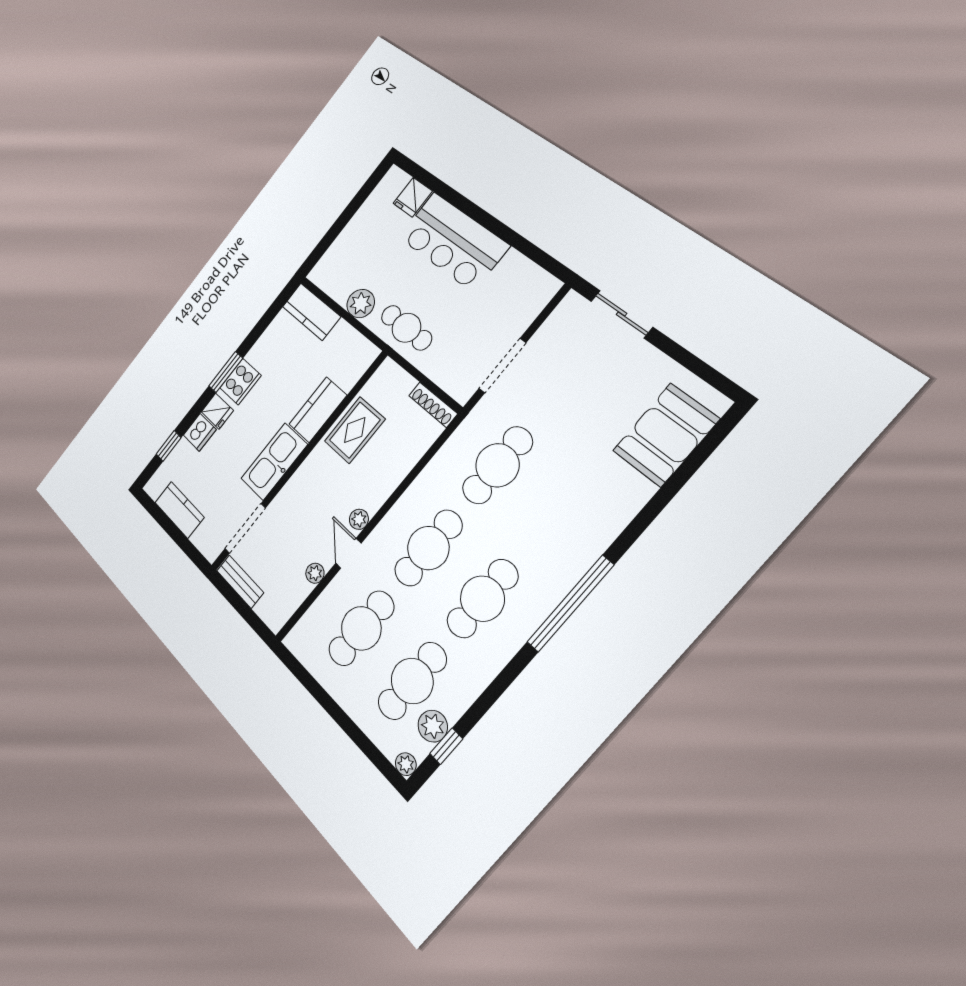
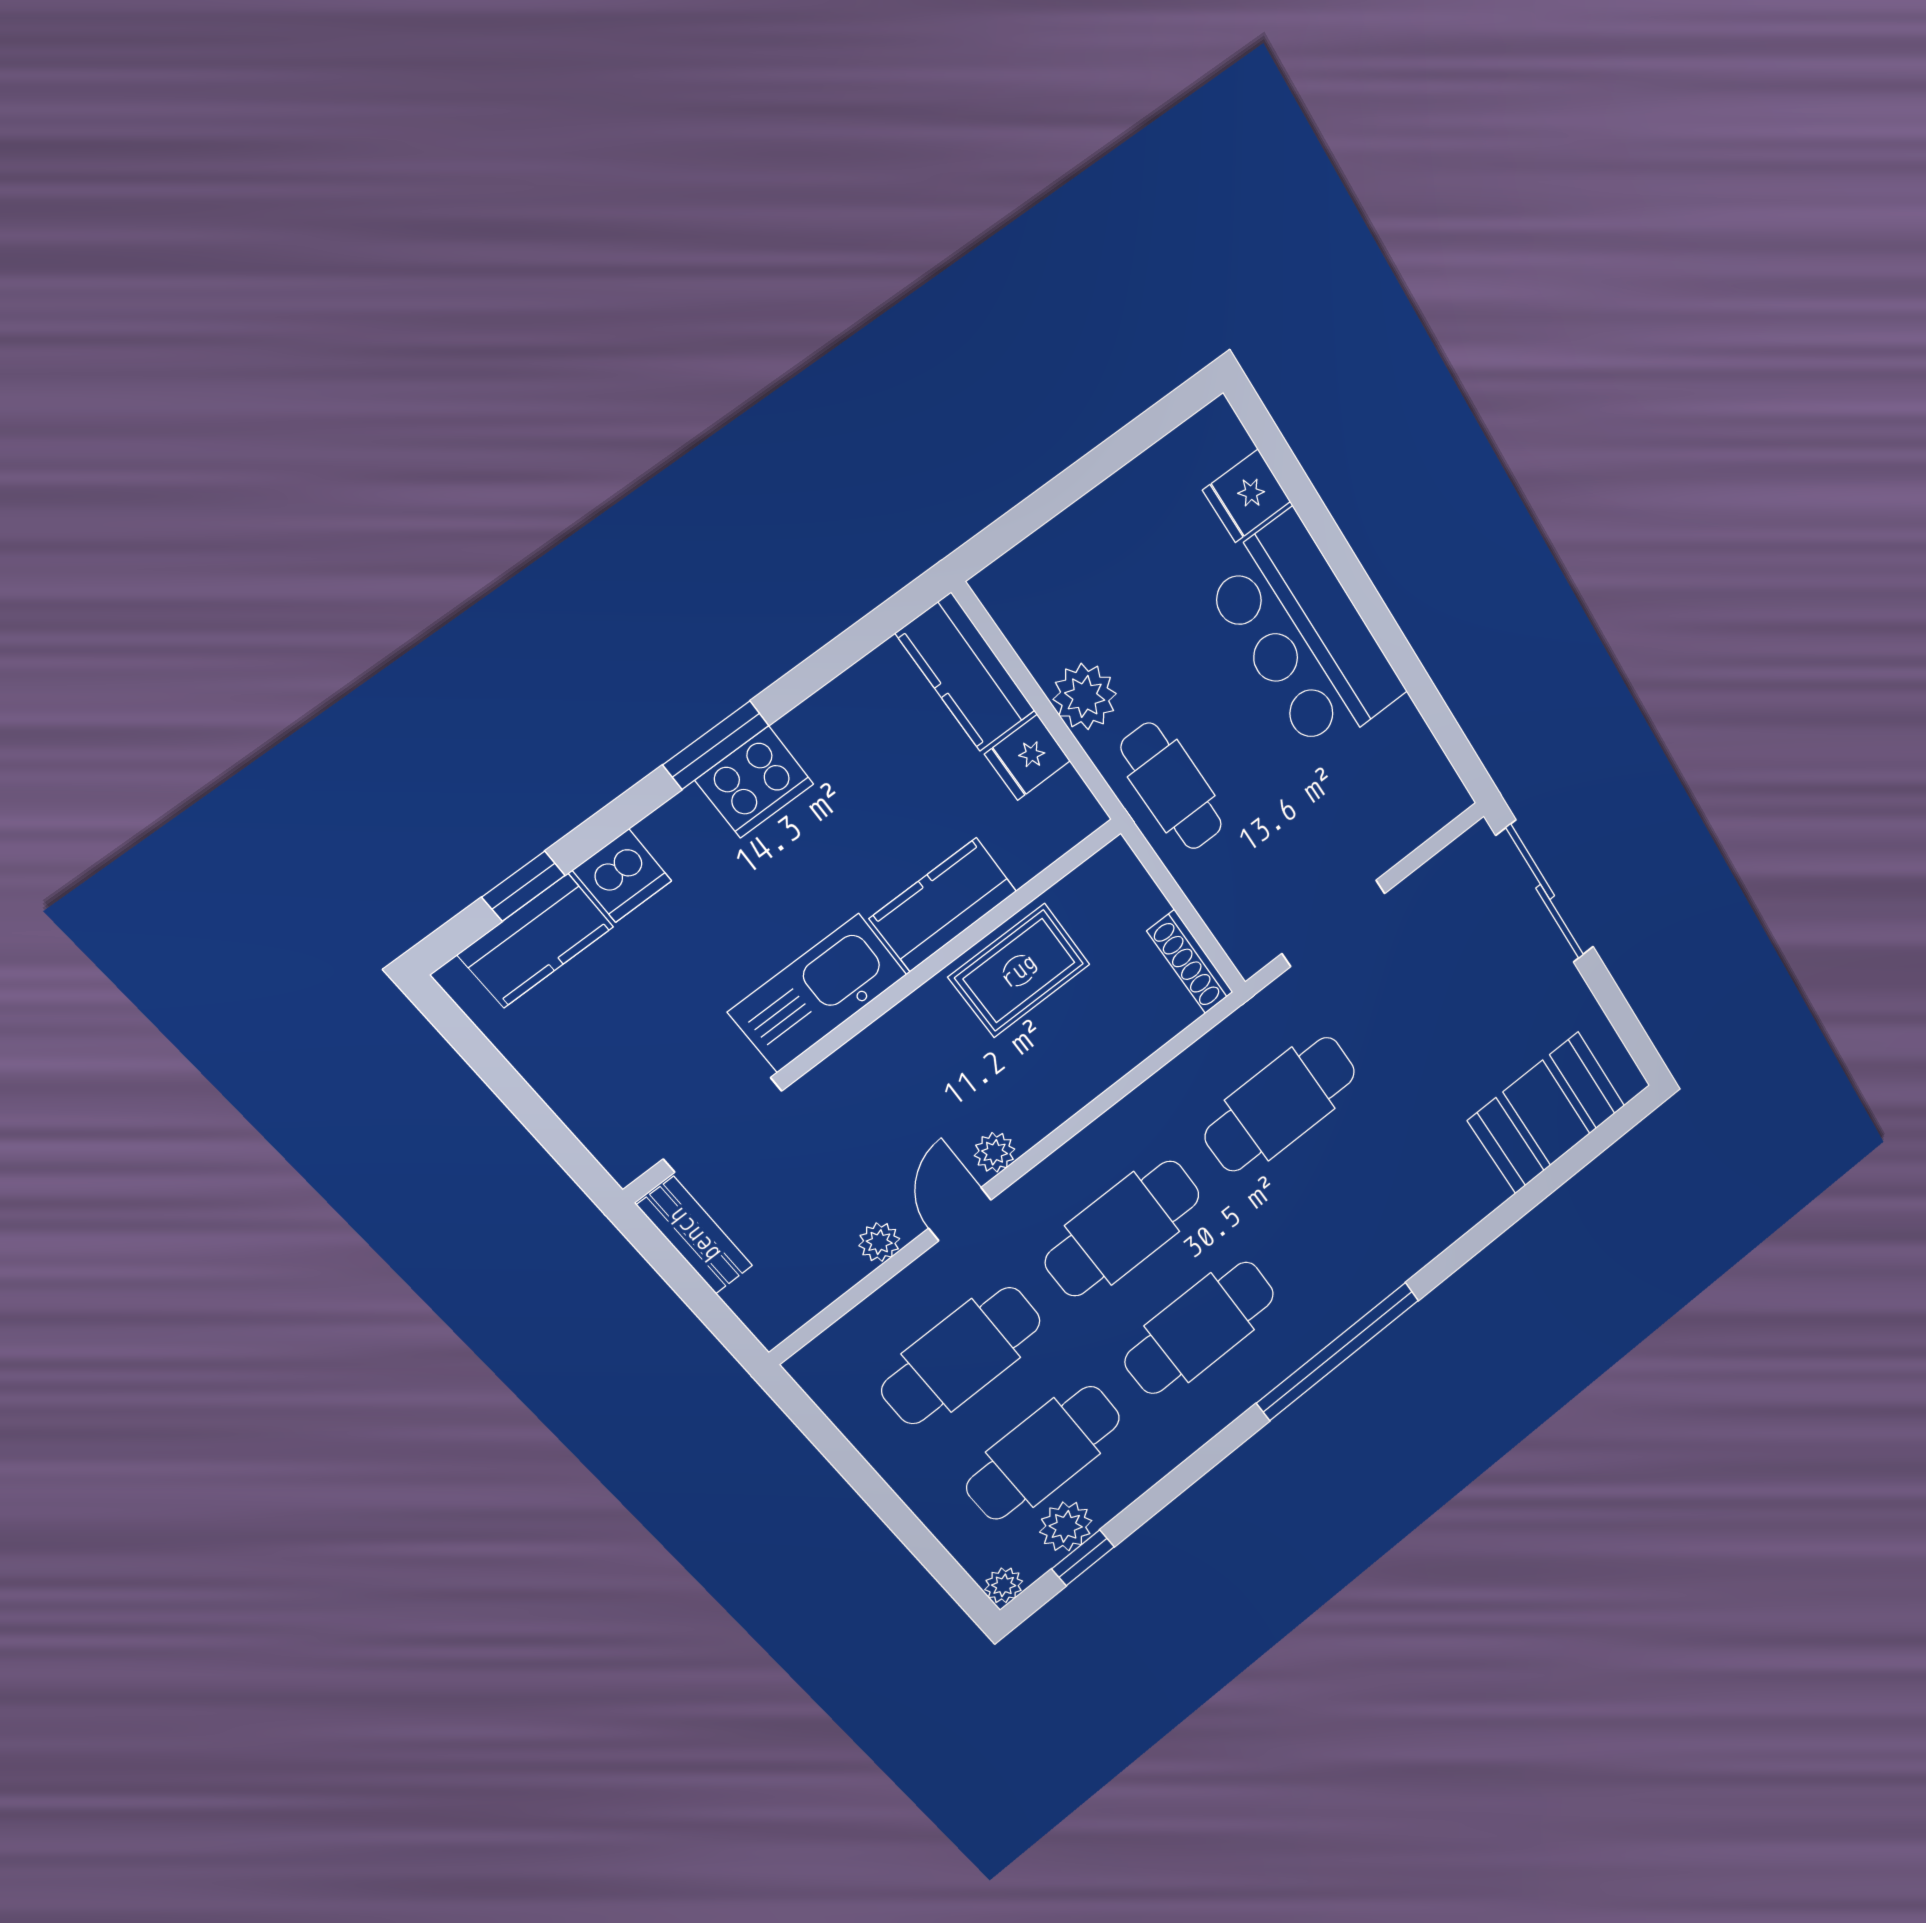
sliding door: (622, 314) -> (1545, 892), width x1.37
fridge: (217, 411) -> (1027, 757), moved, turned 90
kitchen counter: (179, 510) -> (536, 941), moved, turned 90

